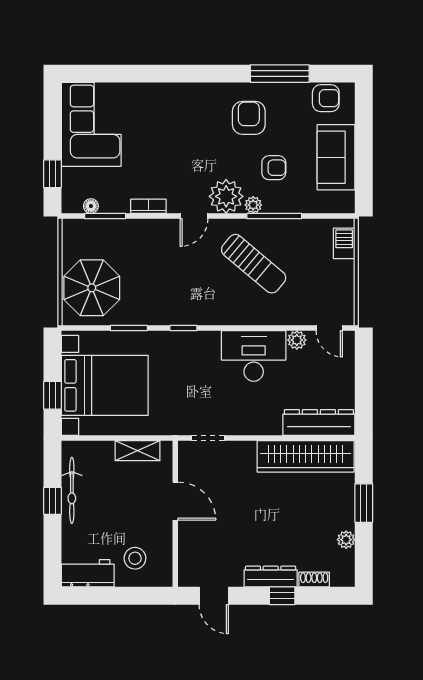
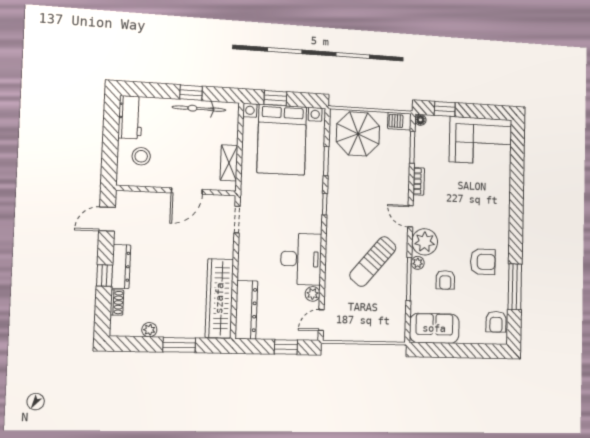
sofa: (336, 157) -> (434, 328), moved
floor lamp: (91, 206) -> (420, 120), moved
barbecue: (344, 243) -> (399, 121), moved, turned 180
window: (364, 372) -> (286, 347), added

